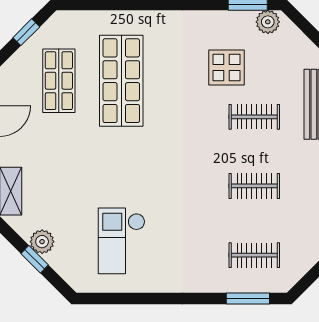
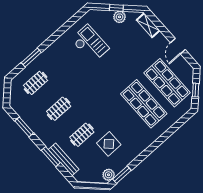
shop shelf: (59, 81) -> (167, 83), width x1.43, depth x1.36
window: (248, 298) -> (31, 57), moved

